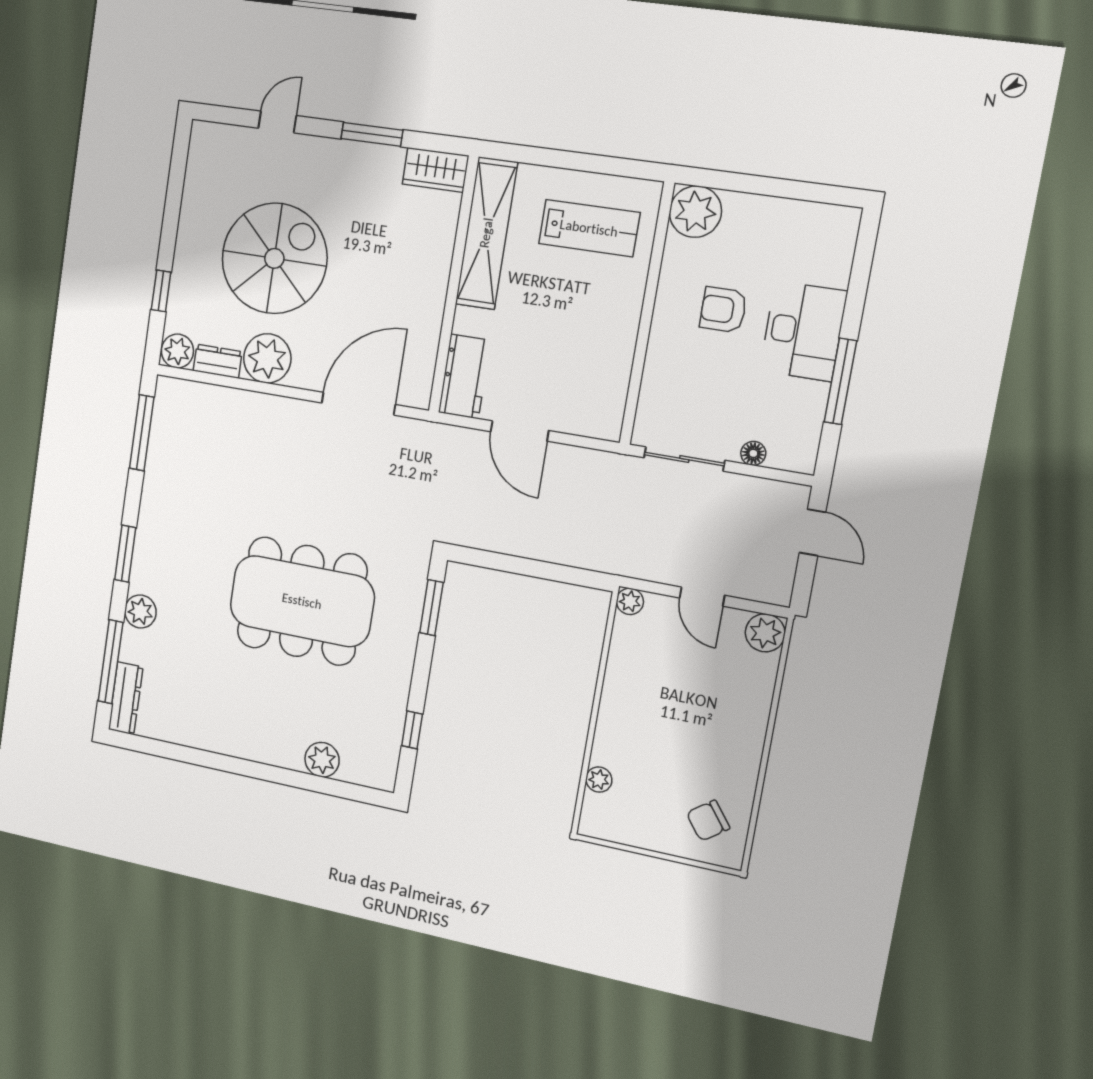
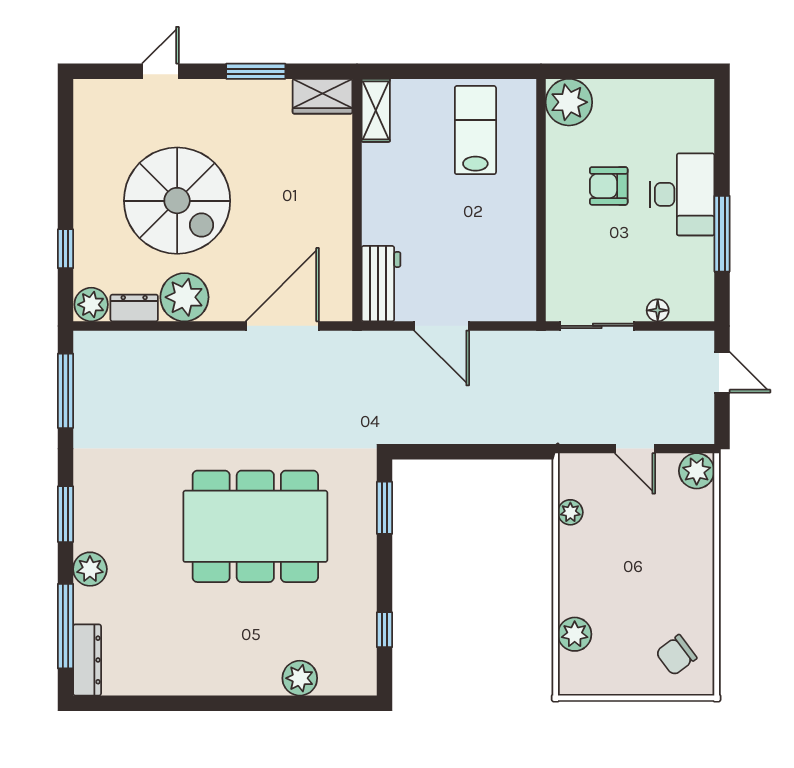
lab bench: (589, 228) -> (475, 130), turned -90
shelving: (486, 233) -> (376, 110), width x0.45, depth x0.75
spiral stairs: (274, 258) -> (177, 201), turned 90
plant: (630, 601) -> (570, 512), moved
plant: (599, 780) -> (575, 634), width x1.38, depth x1.38

